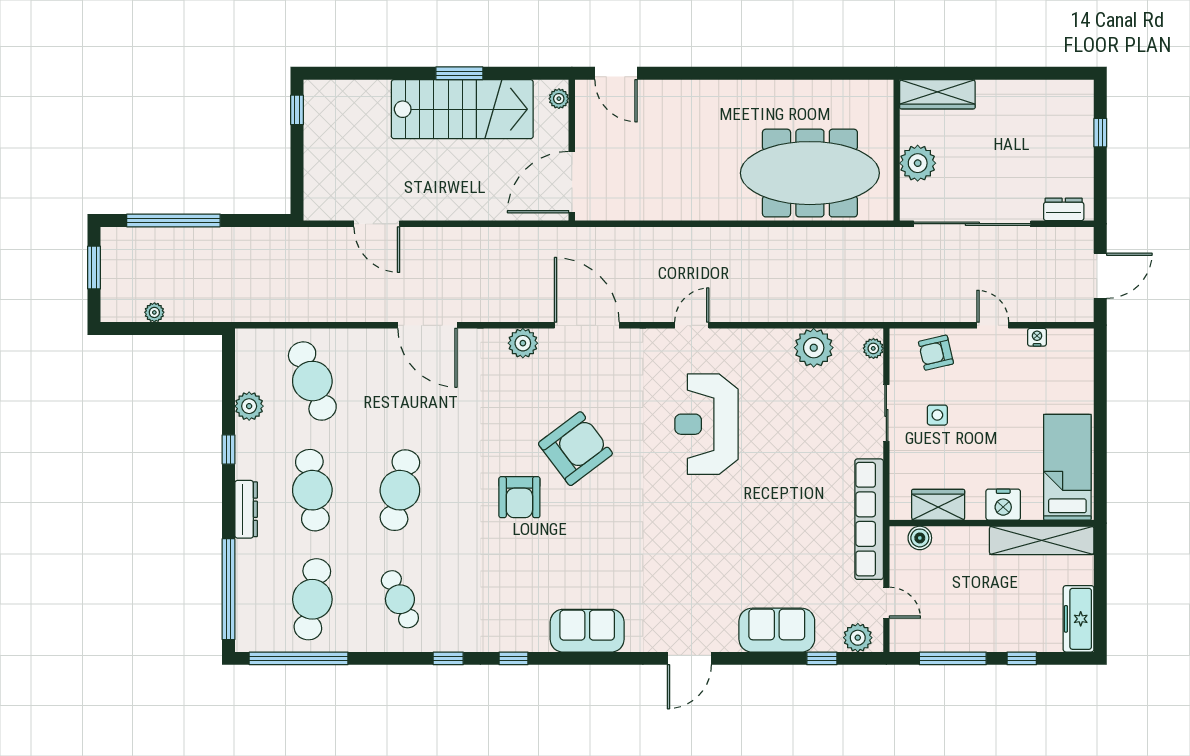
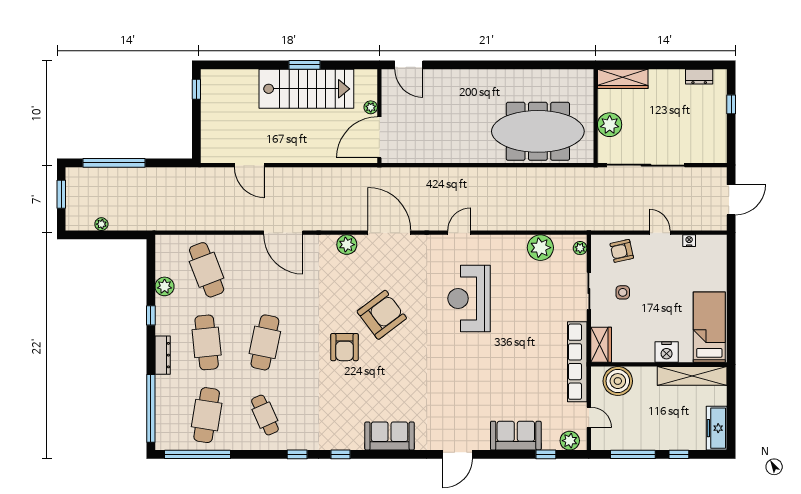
plant: (559, 99) -> (371, 107), moved
dresser: (1064, 209) -> (699, 77), moved, turned 180
wardrobe: (938, 505) -> (601, 345), moved, turned 90
boiler: (920, 538) -> (618, 381), width x1.86, depth x1.86

